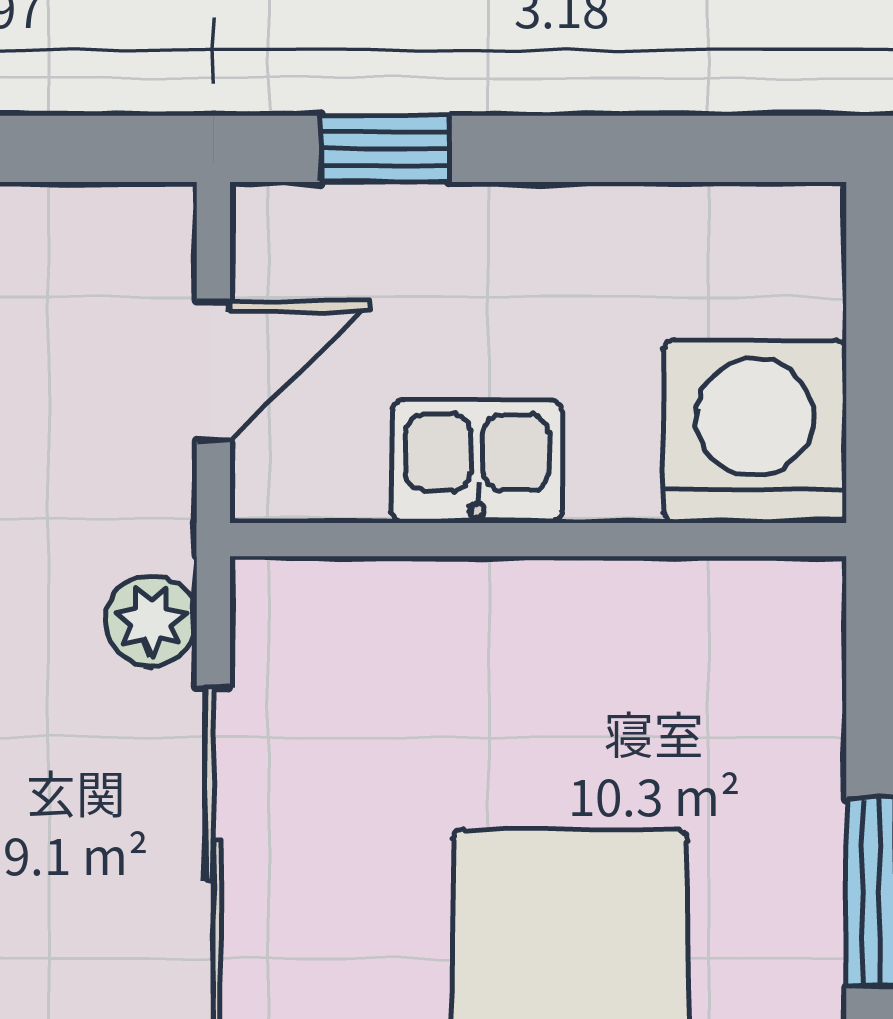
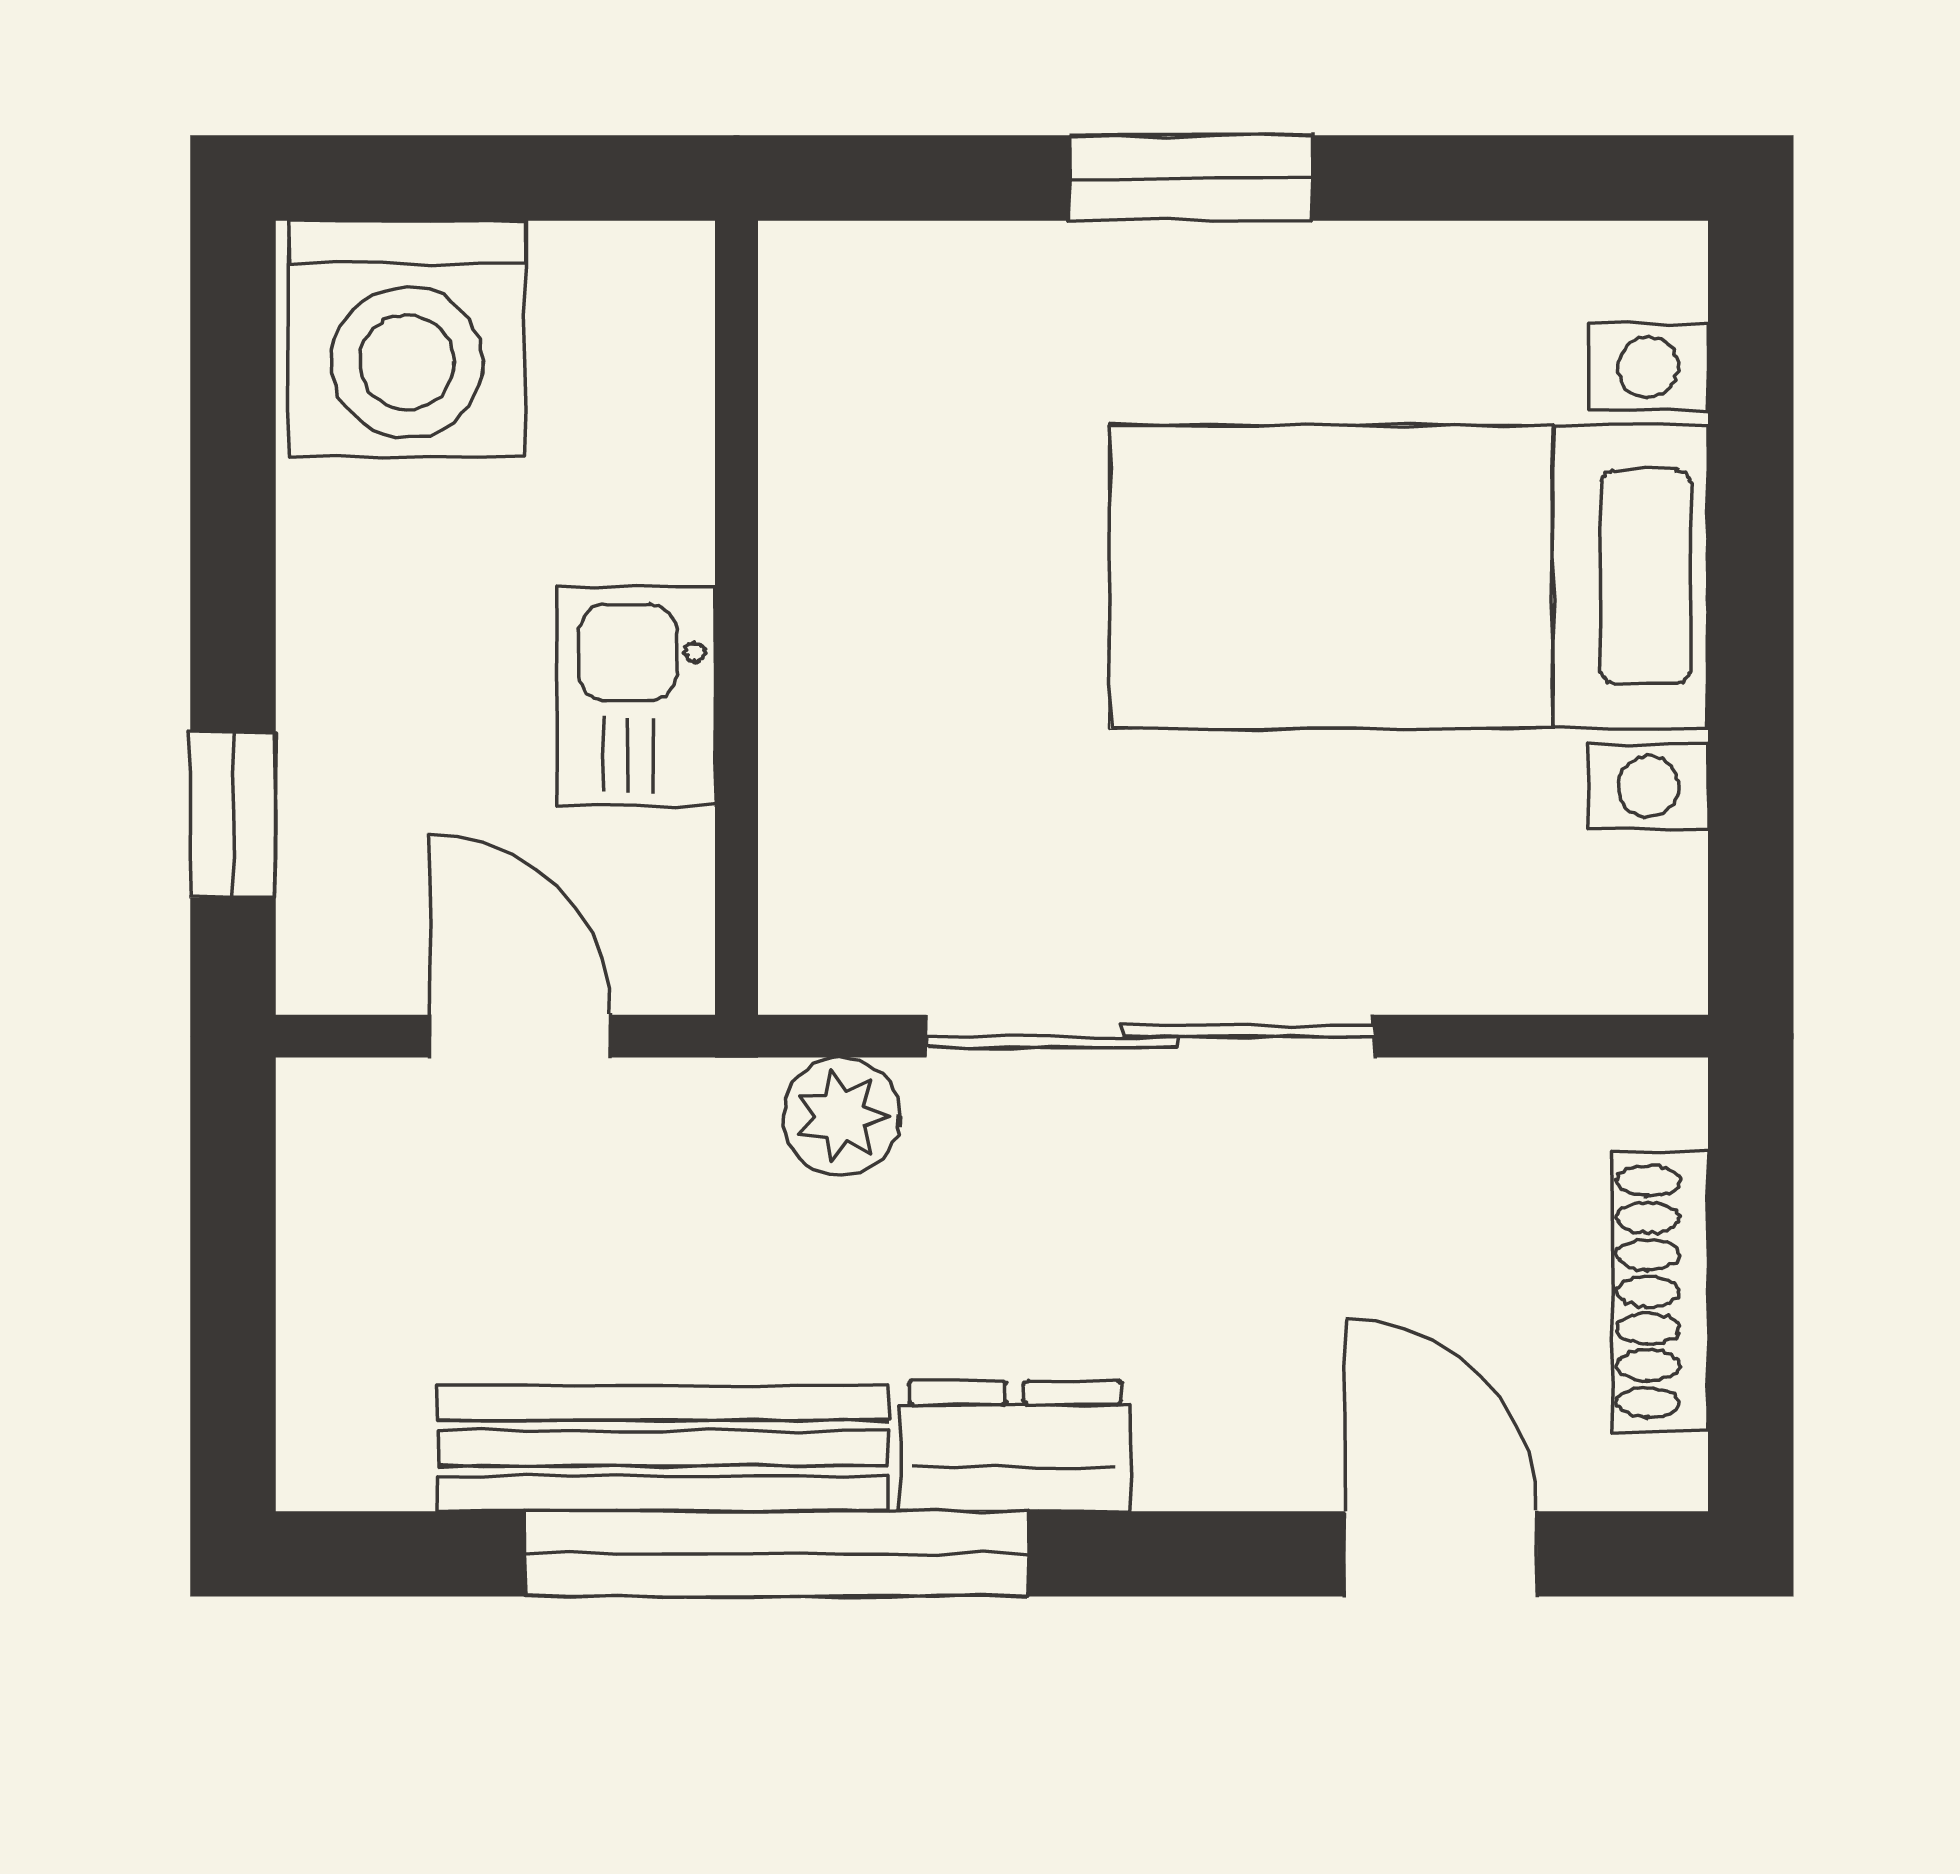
washing machine: (755, 431) -> (407, 339), moved, turned -90

